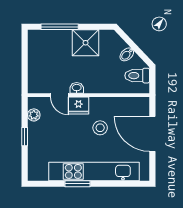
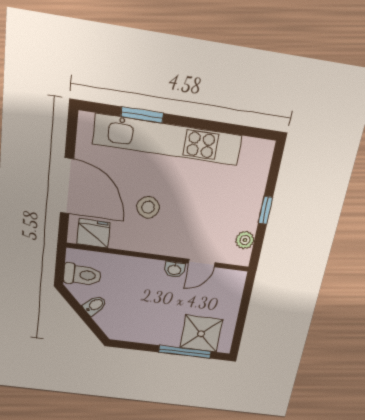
shower: (86, 43) -> (201, 334), moved
door: (59, 95) -> (202, 263), swing flipped
fridge: (79, 105) -> (93, 233), moved
window: (78, 184) -> (142, 115), moved

